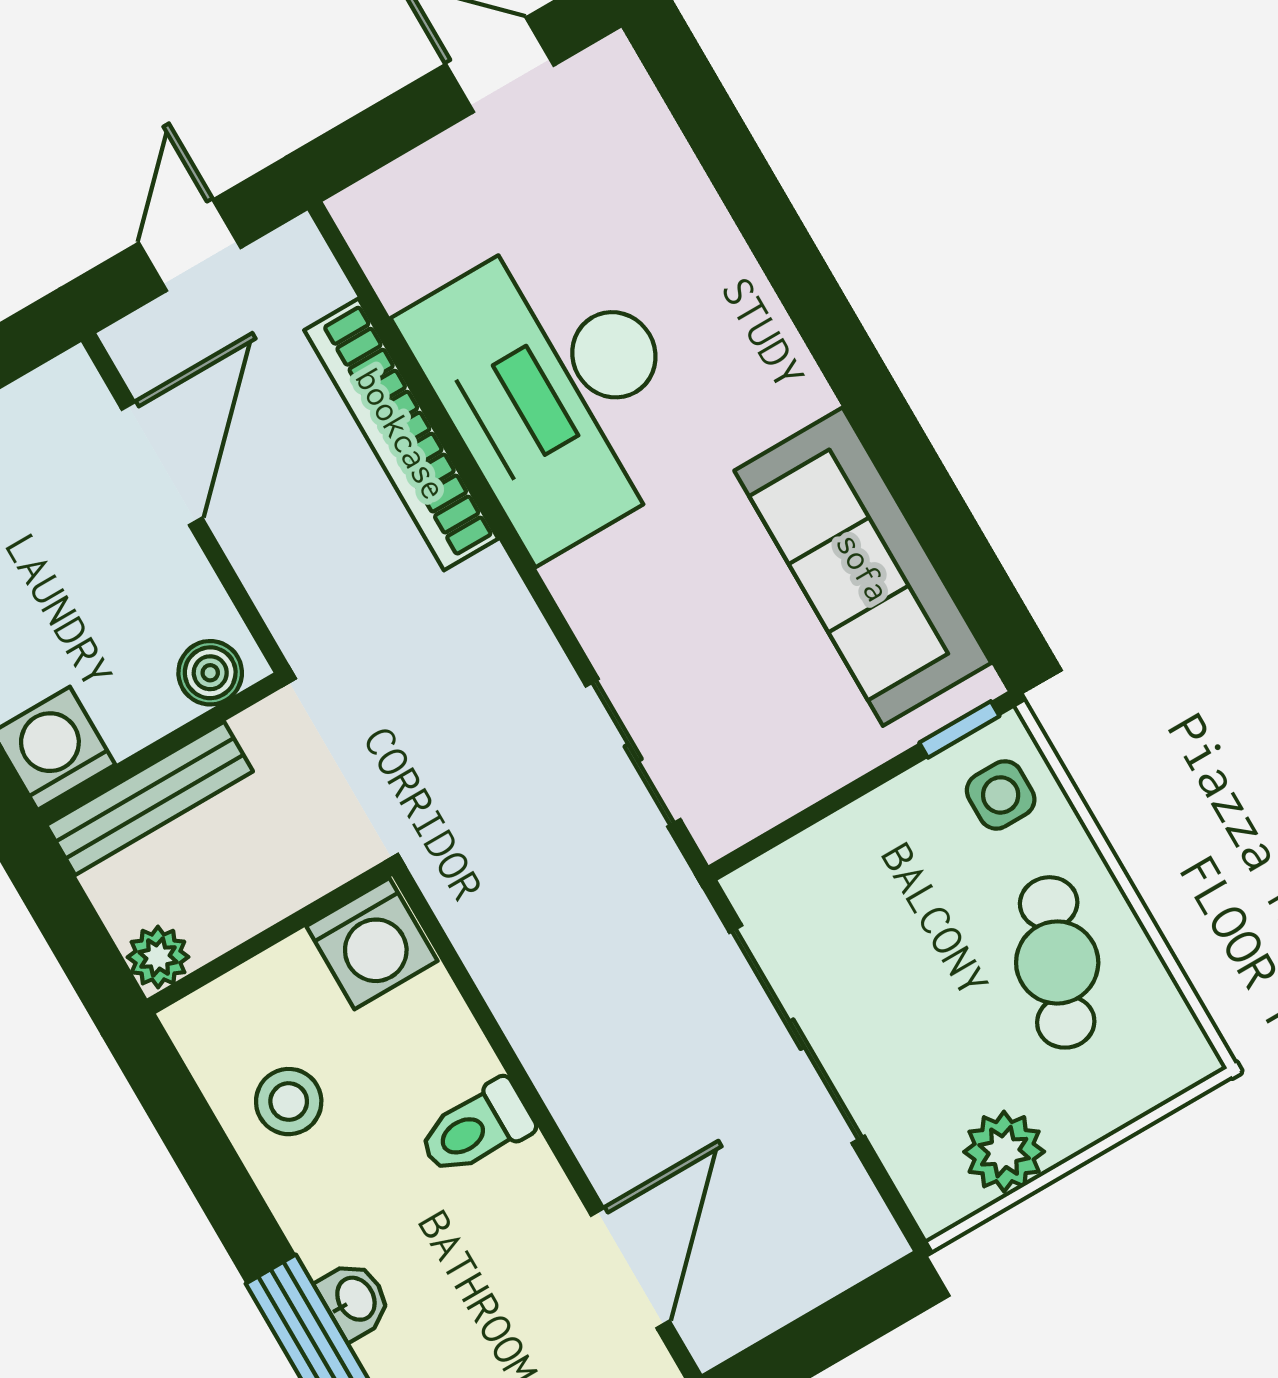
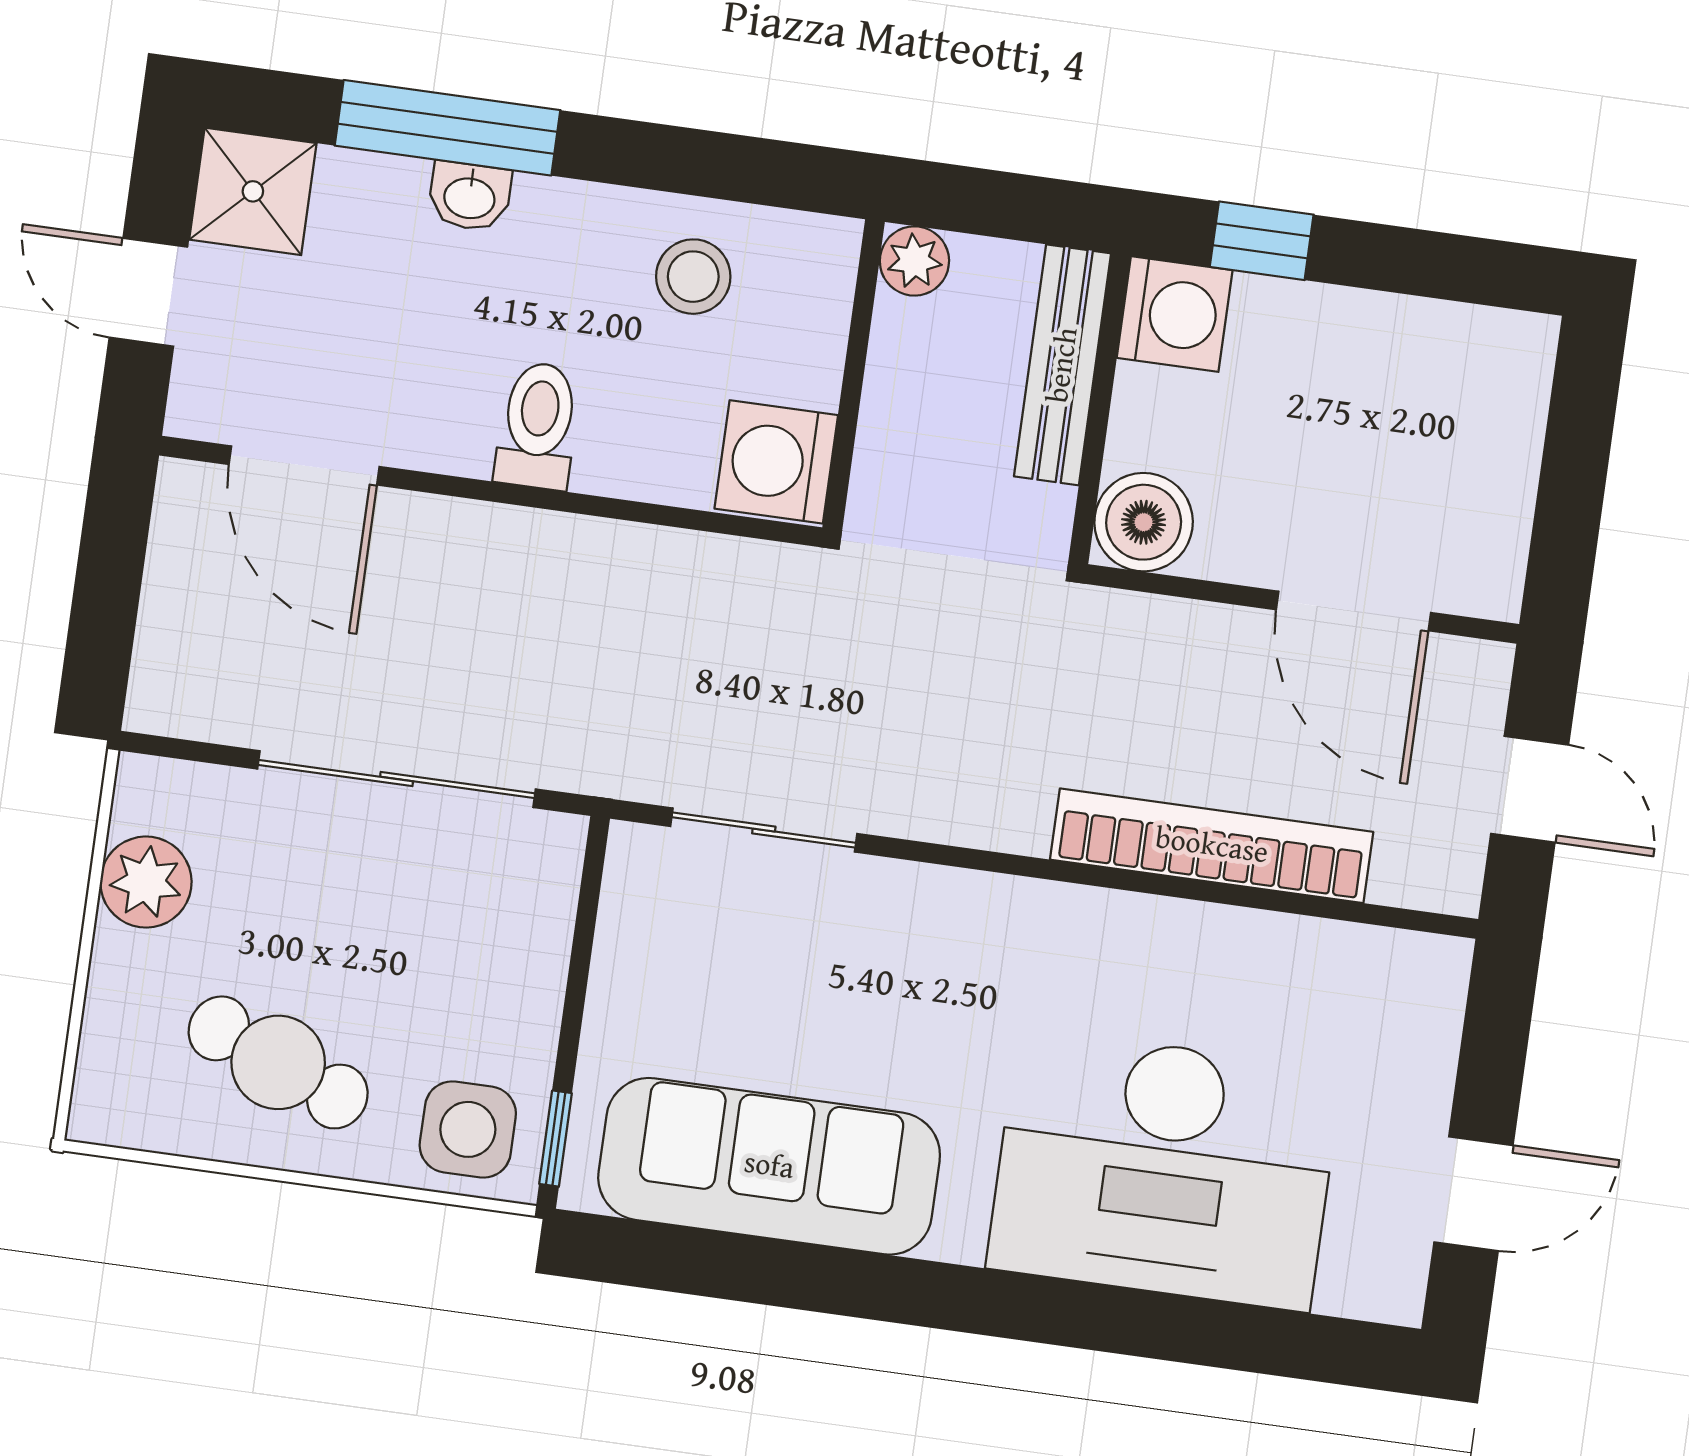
desk: (556, 388) -> (1164, 1169), moved, turned 180
boiler: (210, 673) -> (1144, 522), width x1.36, depth x1.36
side table: (1001, 795) -> (468, 1129), width x1.37, depth x1.37

